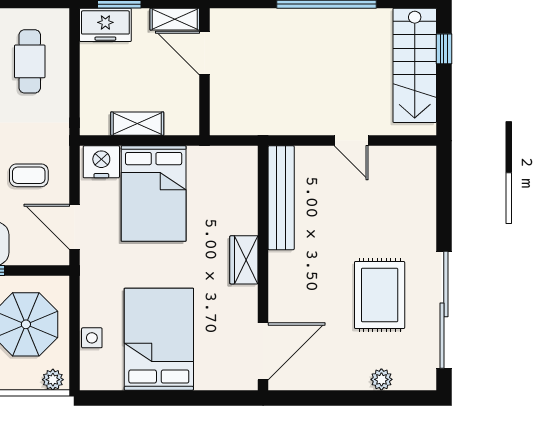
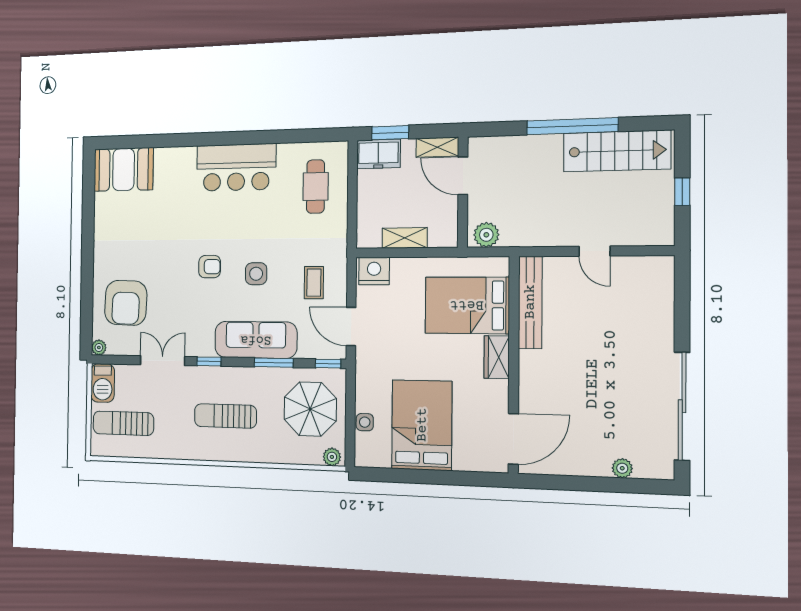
window: (444, 49) -> (682, 192), moved
stairs: (415, 65) -> (617, 151), moved, turned -90
plant: (232, 121) -> (486, 235), added
coffee table: (29, 175) -> (314, 283), turned 90
bed: (154, 193) -> (467, 305), moved, turned 90
window: (47, 271) -> (328, 364), added
rug: (380, 295) -> (621, 391), removed

